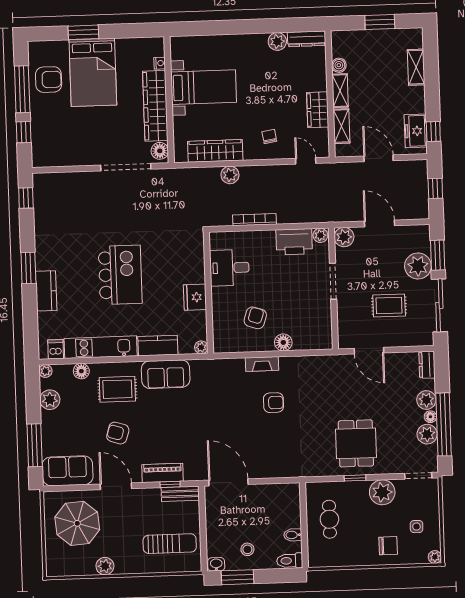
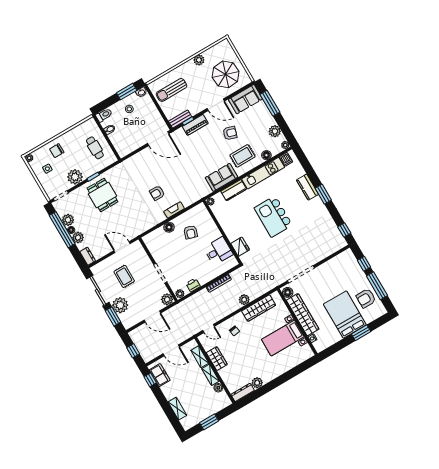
printer: (294, 242) -> (193, 285), width x0.53, depth x0.68
fridge: (195, 297) -> (240, 247), moved
rug: (389, 305) -> (124, 276), turned 90

